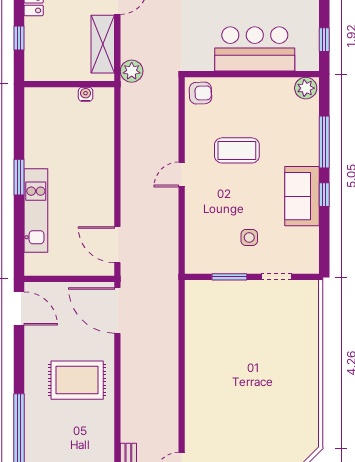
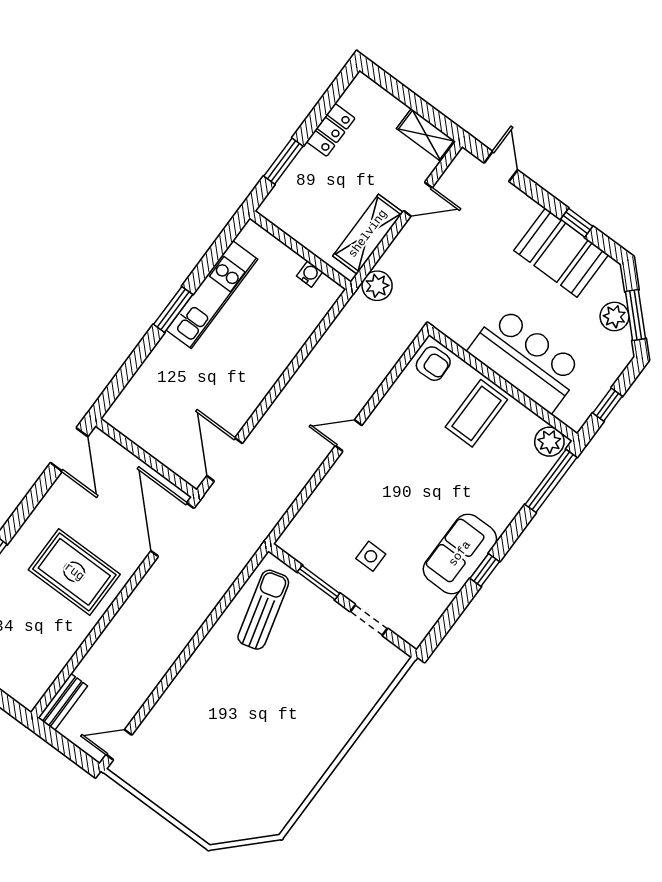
window: (19, 38) -> (283, 161), width x1.50
window: (324, 142) -> (551, 481), moved
coffee table: (237, 150) -> (476, 413), moved, turned 90
kitchen unit: (36, 210) -> (212, 295), moved
sun lounger: (208, 318) -> (263, 610), added

